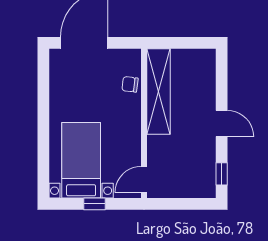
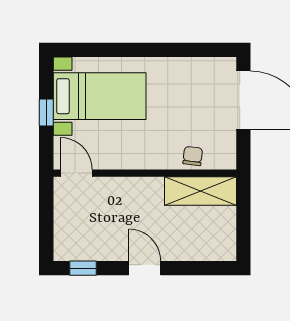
shelving: (159, 92) -> (201, 191), width x0.68
door: (222, 123) -> (145, 268), swing flipped

